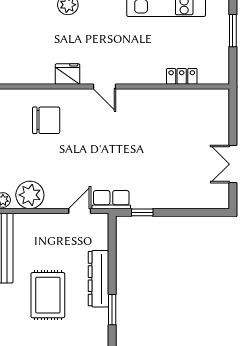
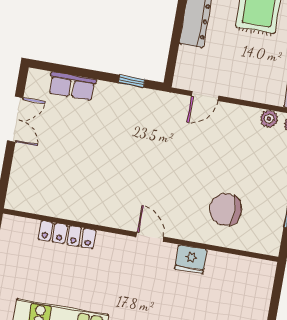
locker: (182, 76) -> (67, 235), width x1.53
plant: (30, 195) -> (269, 119), width x0.53, depth x0.53
row of seats: (111, 200) -> (72, 86), moved

